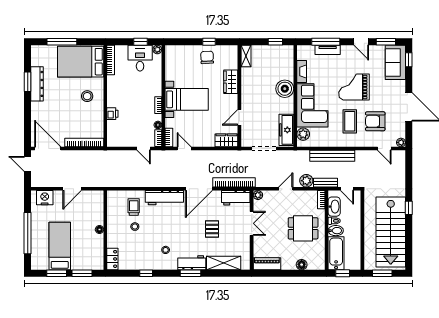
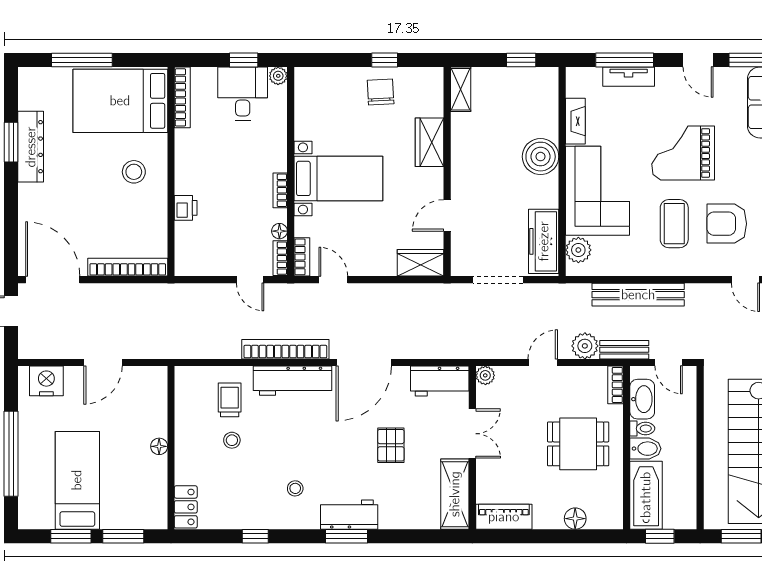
bookcase: (234, 182) -> (285, 349), moved
shelving: (224, 263) -> (455, 494), moved, turned 90

